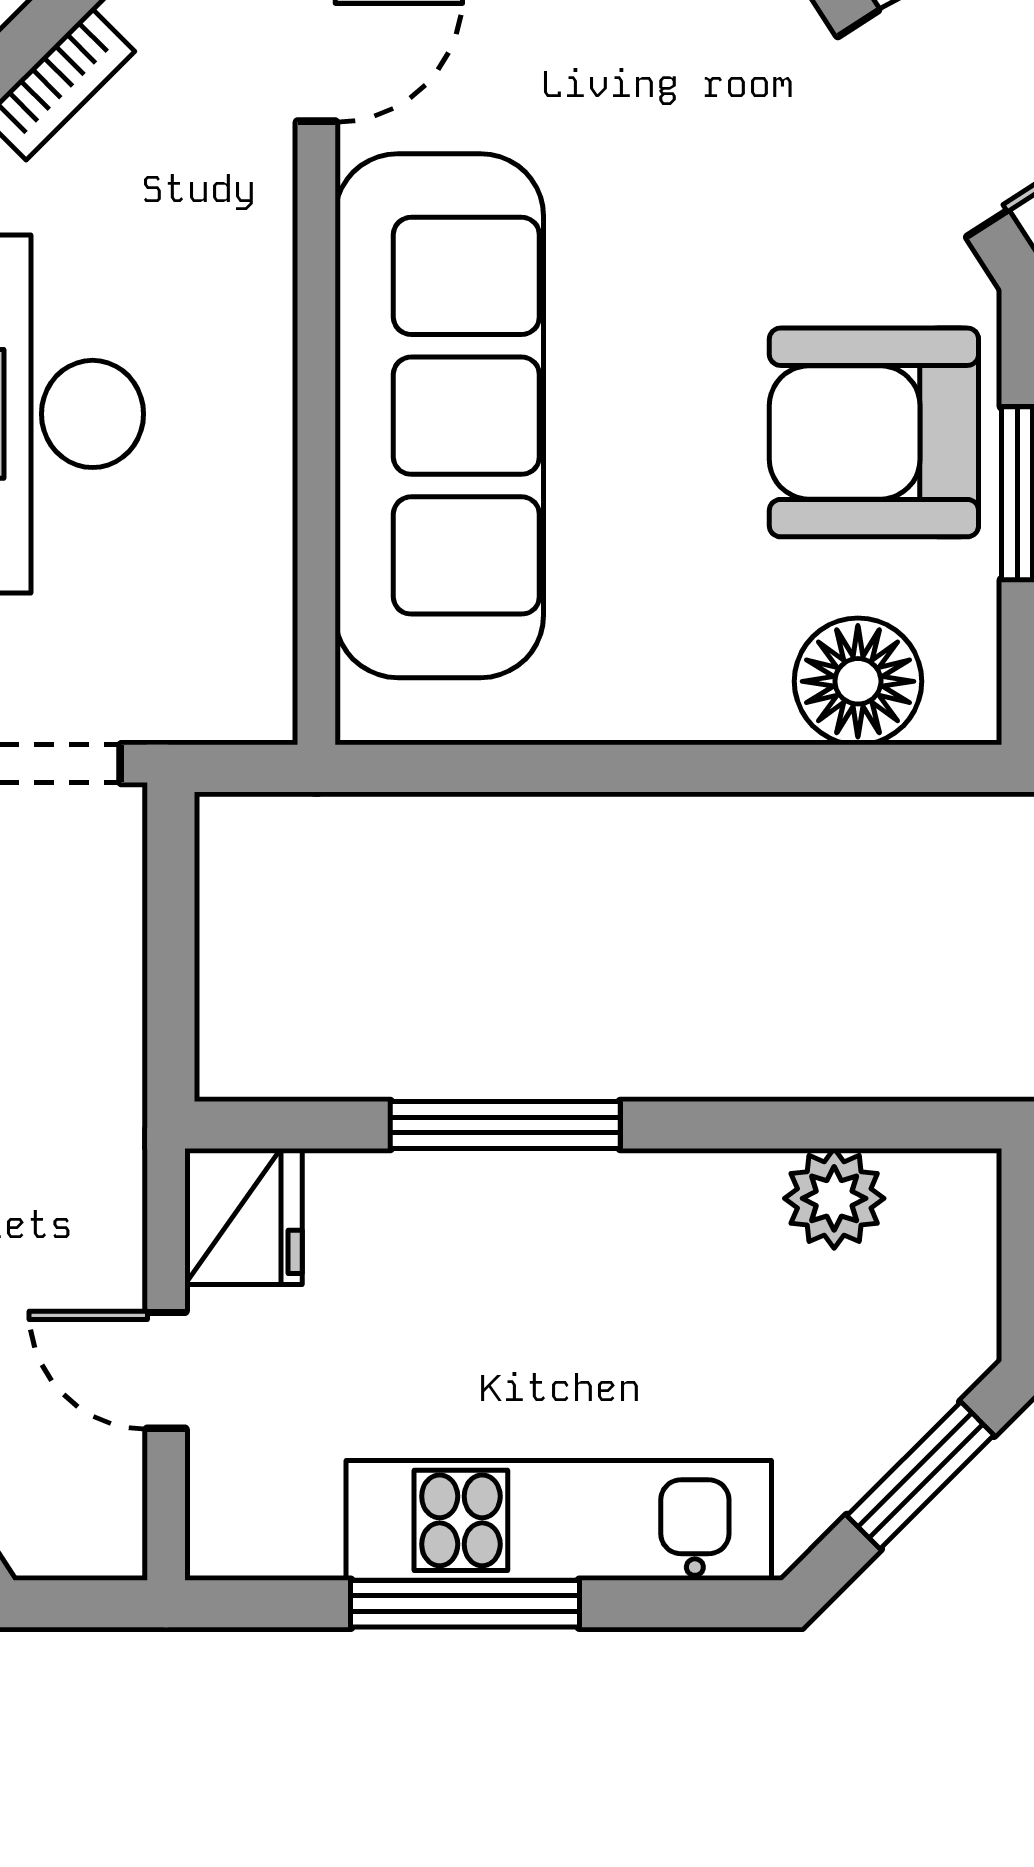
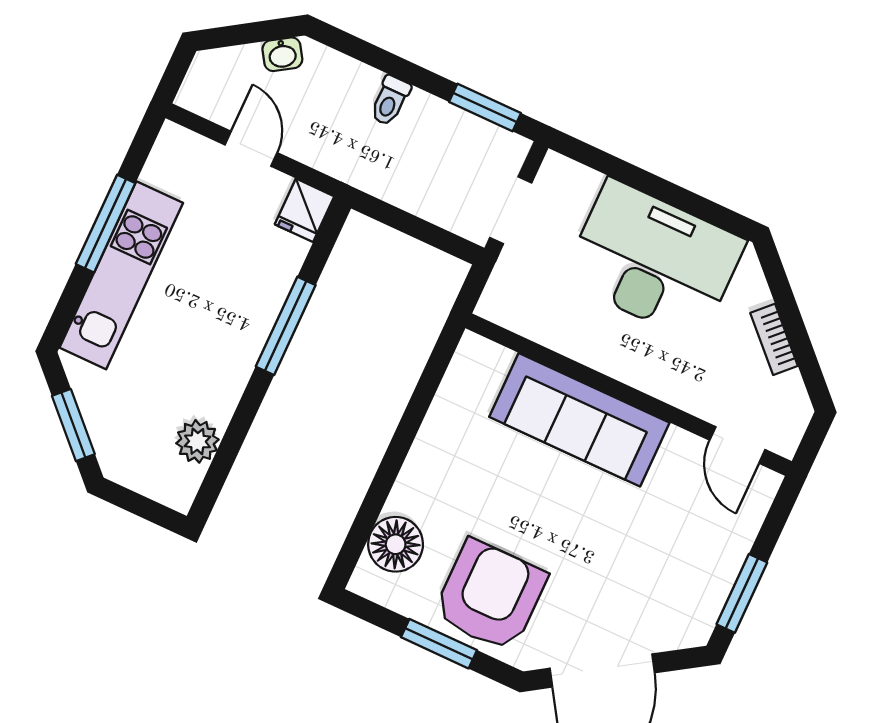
sofa: (439, 416) -> (579, 420), width x0.74, depth x0.79
fridge: (244, 1217) -> (305, 210), width x0.72
door: (166, 1370) -> (251, 149), hinge flipped

